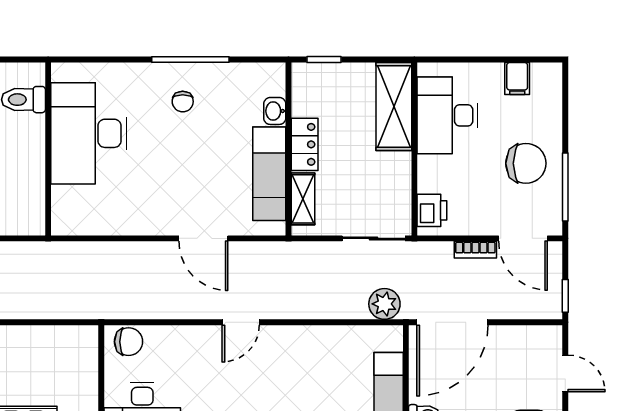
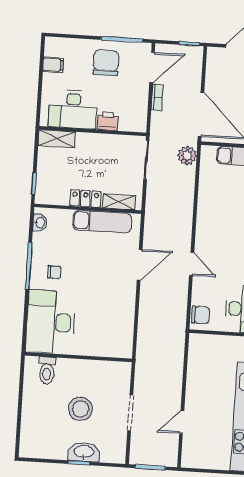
shelving: (394, 106) -> (57, 139), width x0.67, depth x0.75
washbasin: (275, 111) -> (40, 223), moved, turned -90
desk: (89, 133) -> (50, 322), moved, turned 90
printer: (432, 210) -> (108, 121), moved
door: (241, 322) -> (192, 264), moved
chair: (129, 342) -> (200, 315), turned 90

